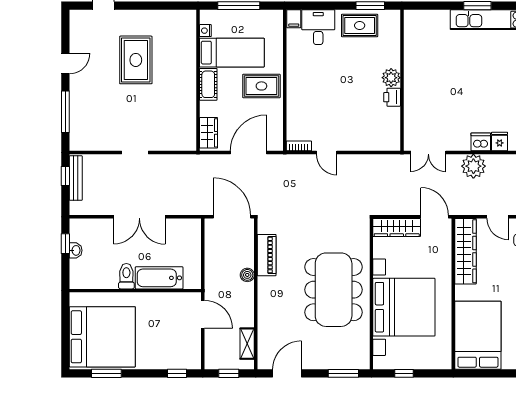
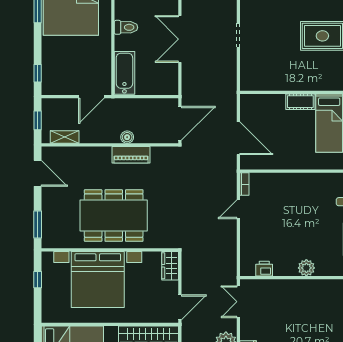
rug: (261, 86) -> (299, 150), removed
printer: (392, 97) -> (264, 269), moved
wardrobe: (208, 133) -> (256, 102), removed
wardrobe: (397, 227) -> (170, 266), width x0.67
piano: (267, 255) -> (131, 155), moved
bathtub: (159, 278) -> (124, 73), moved

